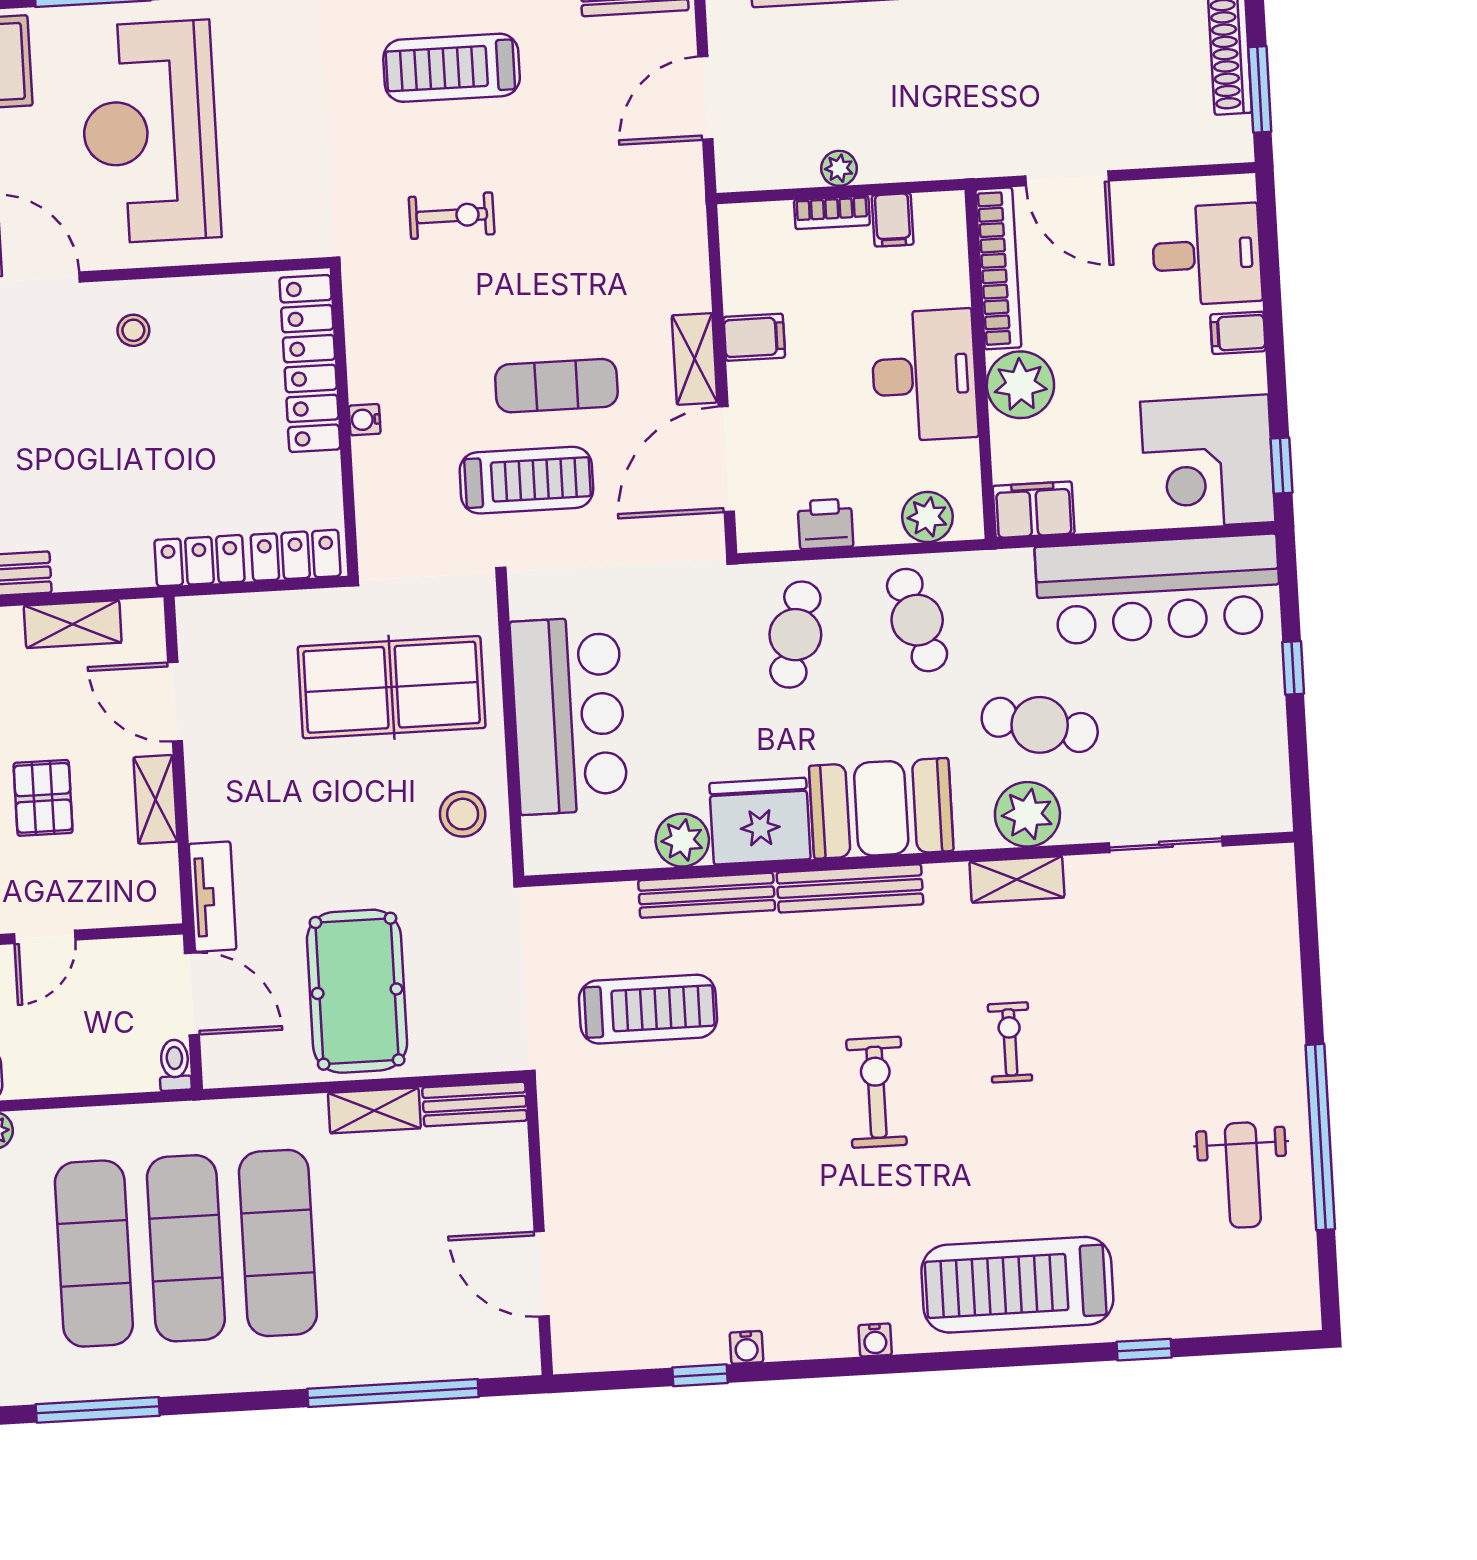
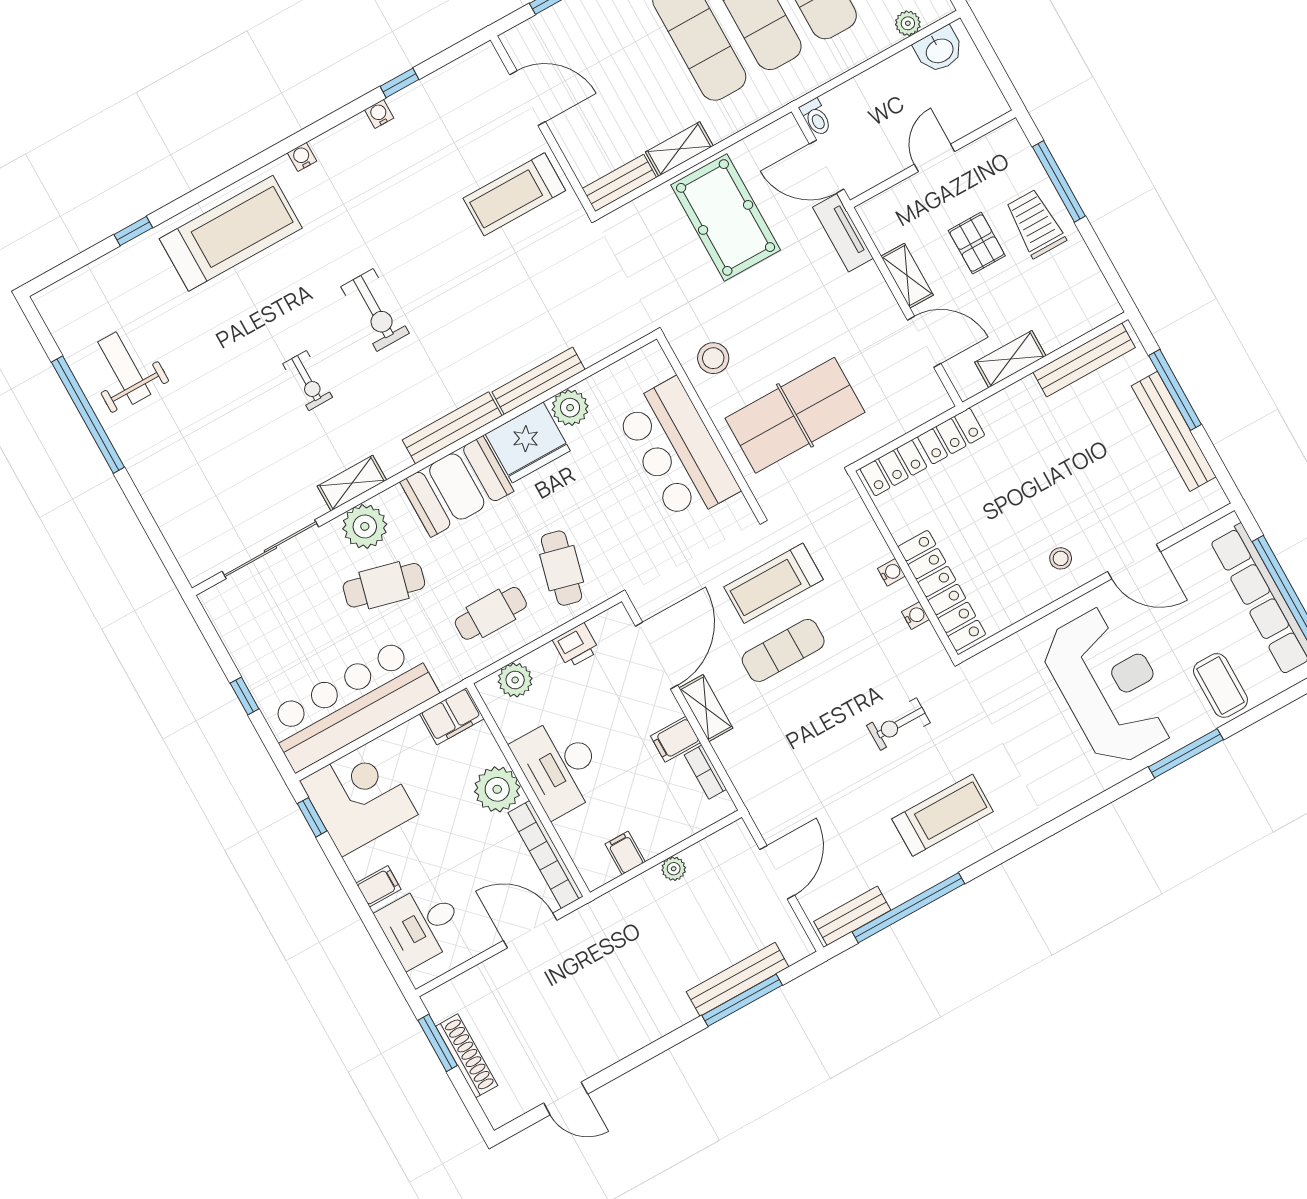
bookcase: (832, 212) -> (705, 772), moved, turned -90
water cooler: (361, 347) -> (915, 616), added
cafe table: (917, 620) -> (491, 613), turned -74
sliding door: (1166, 844) -> (270, 549), width x1.37
treadmill: (648, 1009) -> (514, 194), moved

